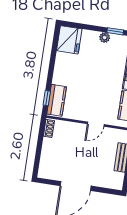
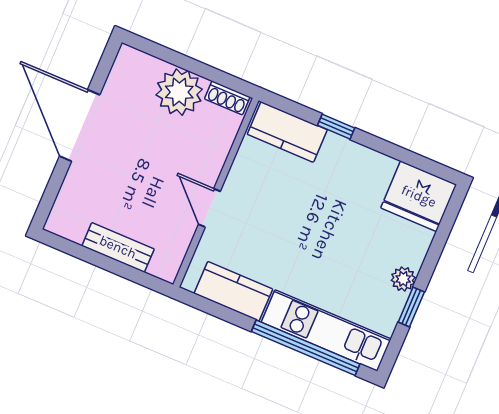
window: (47, 98) -> (336, 127), moved
plant: (52, 149) -> (179, 92), added

